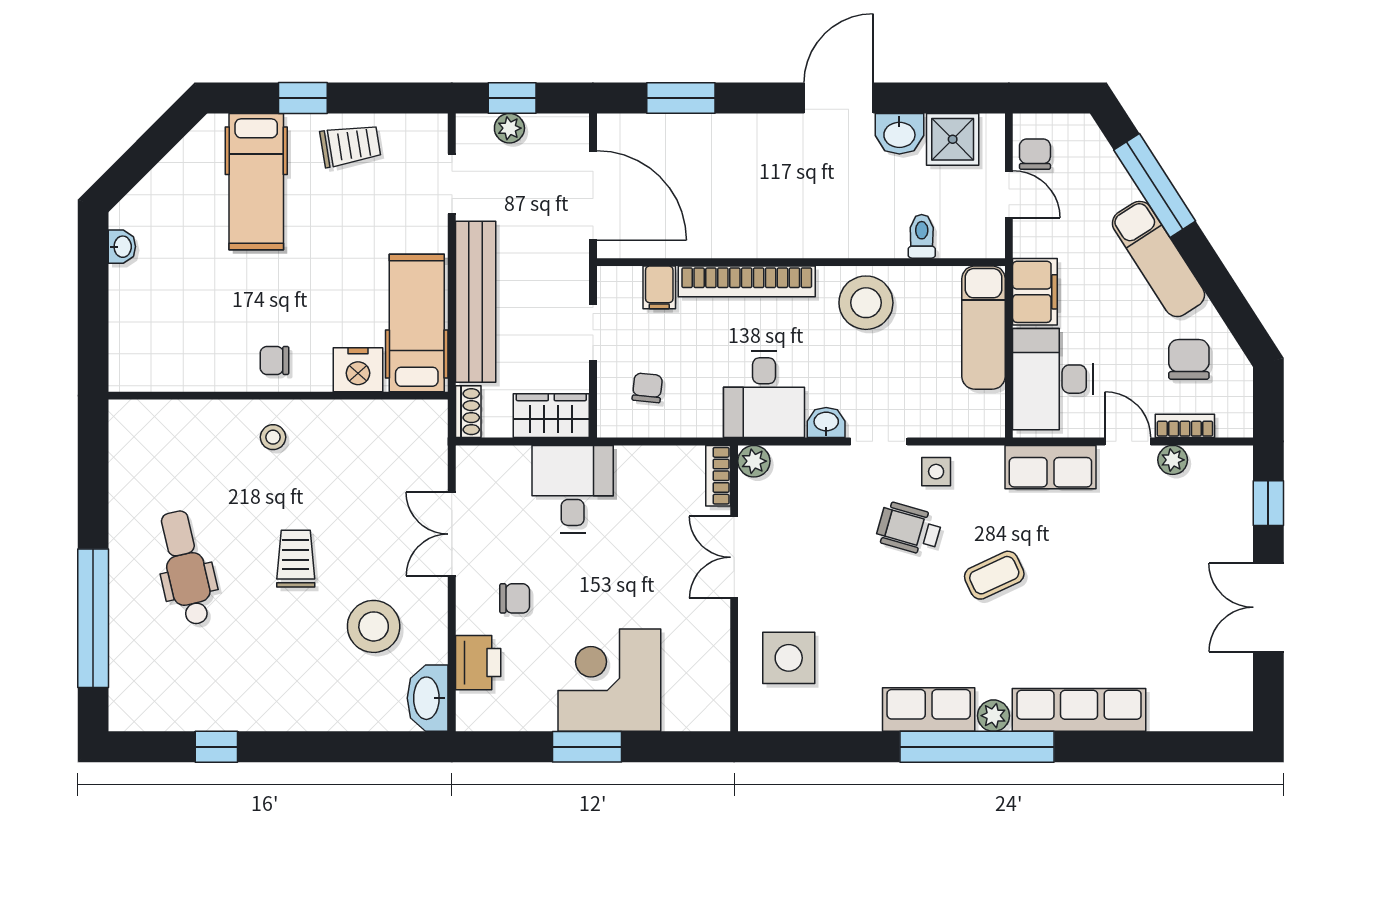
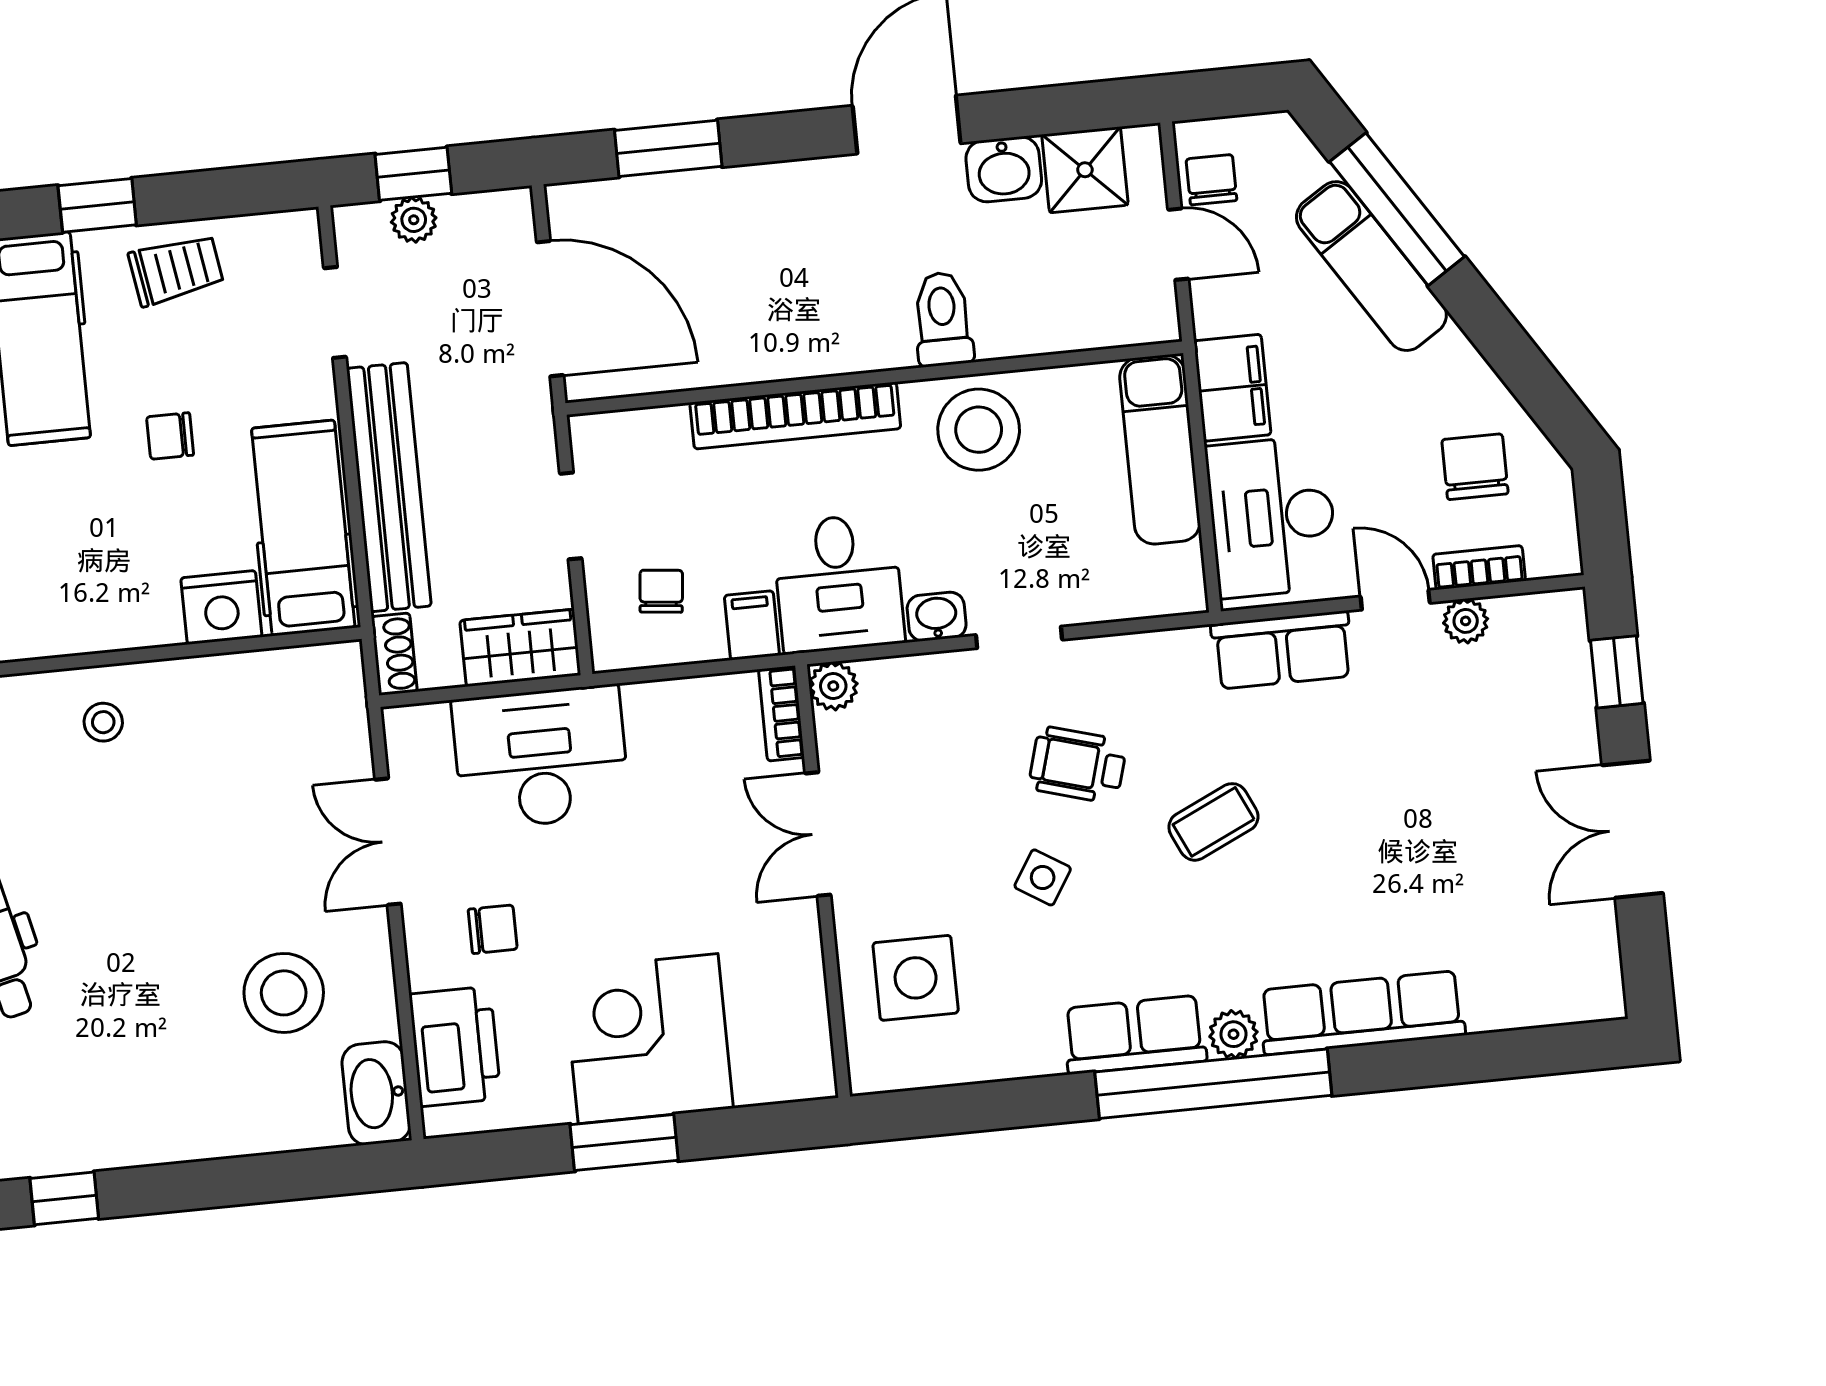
toilet: (922, 236) -> (943, 319), moved, width x1.37, depth x1.39
exam couch: (1158, 259) -> (1371, 266), moved
filing cabinet: (659, 287) -> (752, 625), moved, turned 180
chair: (274, 360) -> (170, 436), moved
side table: (936, 472) -> (1043, 877), moved, turned 32
desk: (573, 489) -> (541, 757), width x1.37
trolley: (296, 559) -> (156, 902), removed
printer: (478, 663) -> (455, 1046), width x1.37, depth x1.19

